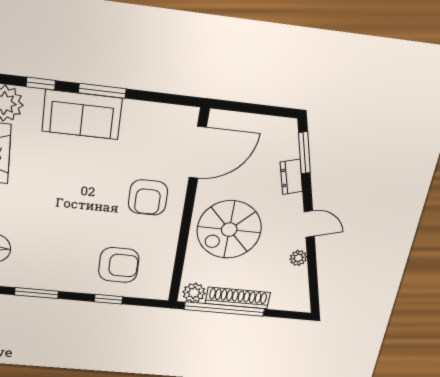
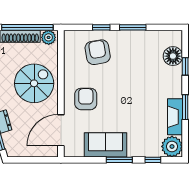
sofa: (82, 115) -> (106, 145), moved
armchair: (119, 265) -> (98, 52), turned 80
window: (37, 293) -> (133, 27), moved

